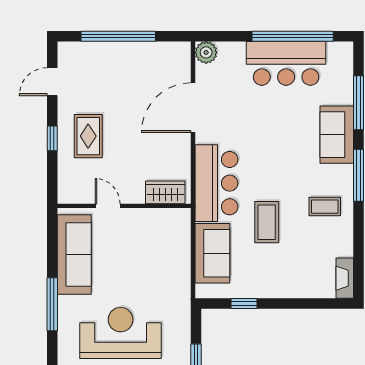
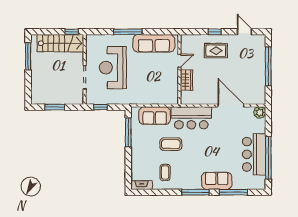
wardrobe: (165, 192) -> (186, 80), moved
coffee table: (325, 207) -> (165, 172), moved
window: (244, 303) -> (128, 132), width x2.17
reception desk: (121, 333) -> (113, 68), turned 180

